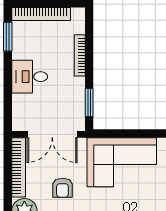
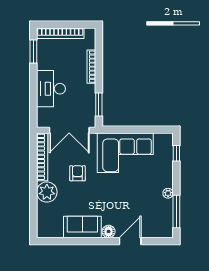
desk: (30, 77) -> (51, 89), width x1.37
armchair: (62, 188) -> (77, 173), turned 180

